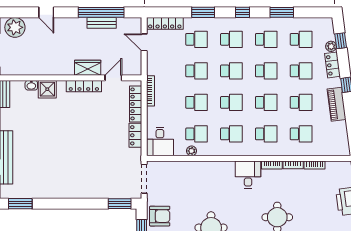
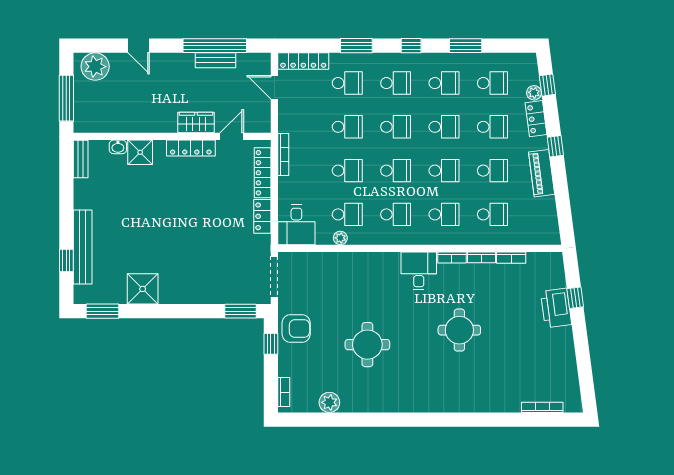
shower: (49, 188) -> (143, 289), added

